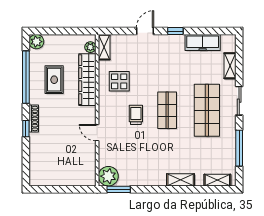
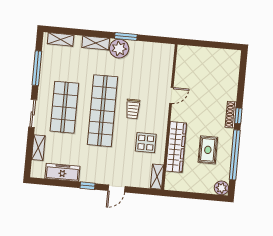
plant: (90, 47) -> (170, 178), removed
shop shelf: (167, 110) -> (102, 111), width x2.00, depth x1.36
window: (26, 129) -> (238, 116), moved
door: (97, 133) -> (171, 95), hinge flipped
plant: (108, 176) -> (119, 49), moved
window: (119, 189) -> (126, 36), moved

